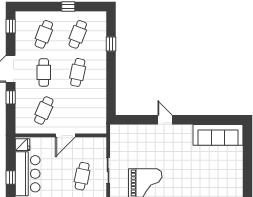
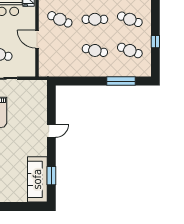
window: (111, 44) -> (121, 81), width x2.17
window: (214, 120) -> (51, 176), added

